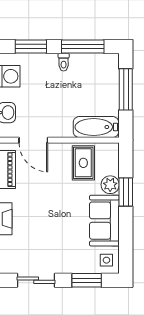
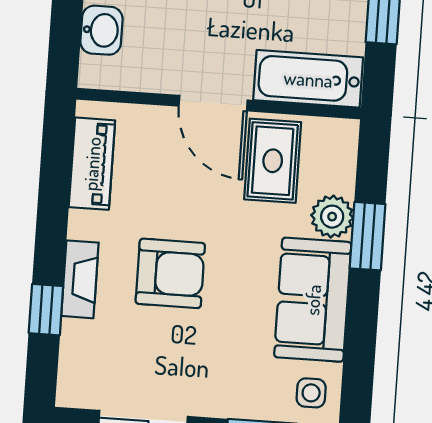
door: (33, 140) -> (213, 103), moved
armchair: (43, 214) -> (170, 273), added

